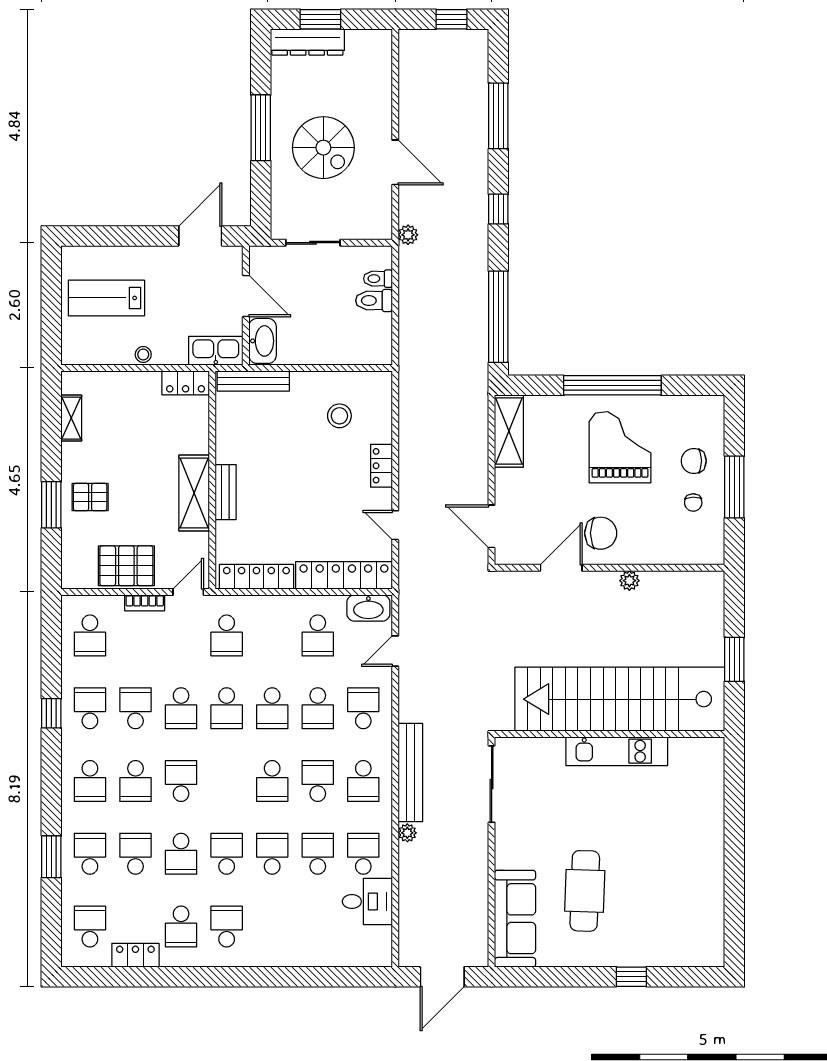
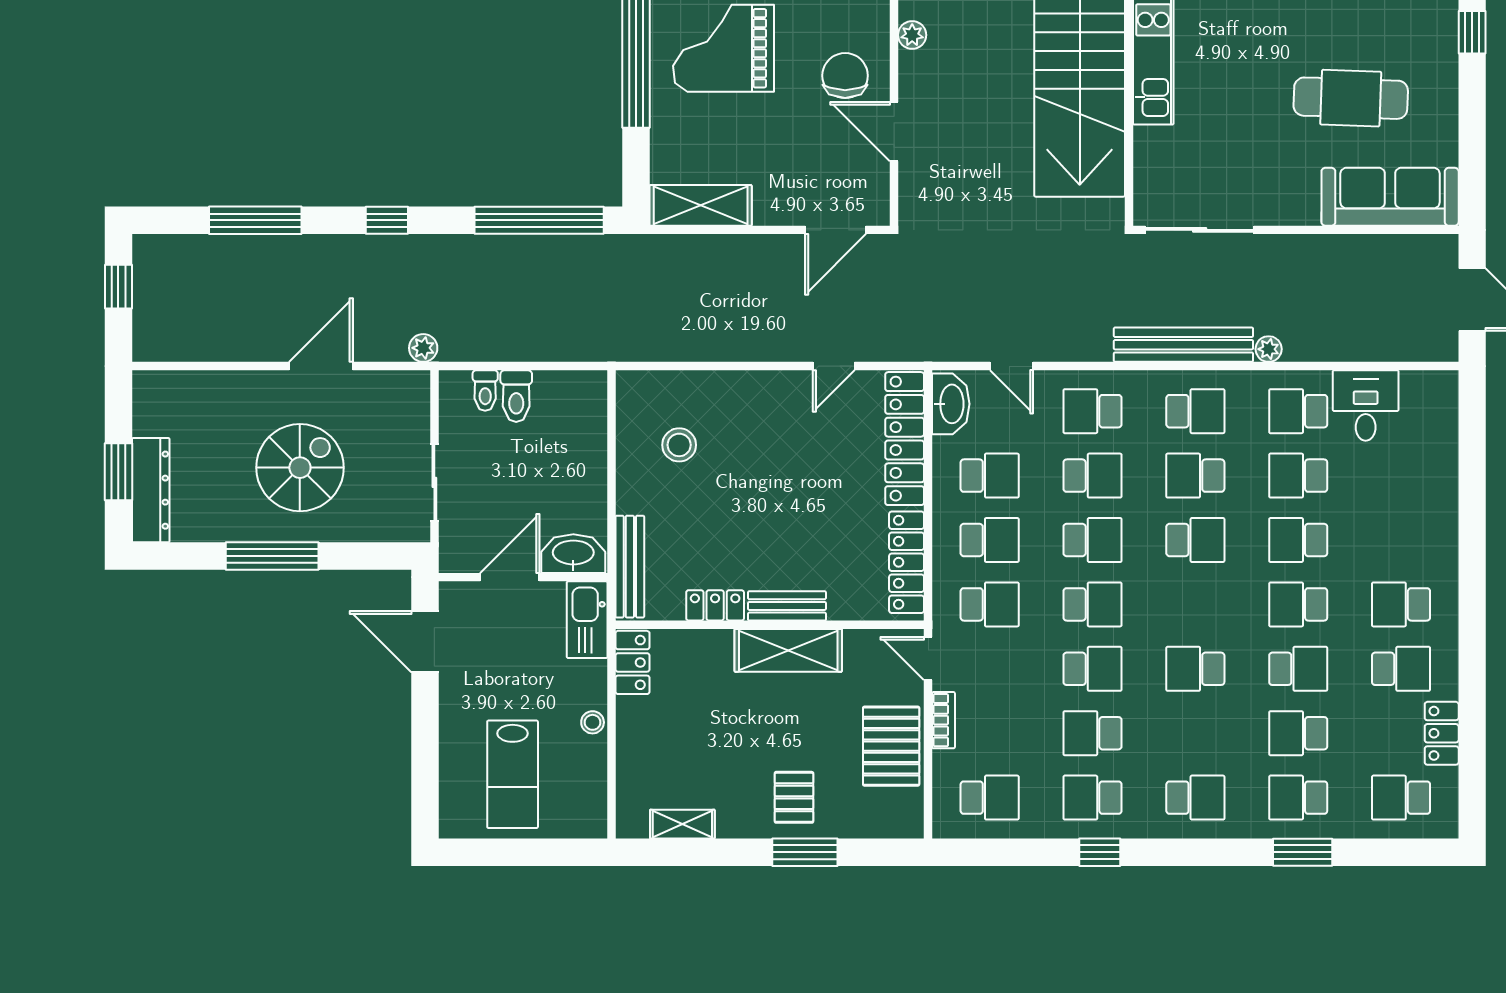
locker: (381, 466) -> (715, 605), moved, turned 180
school desk: (135, 781) -> (990, 540), moved

